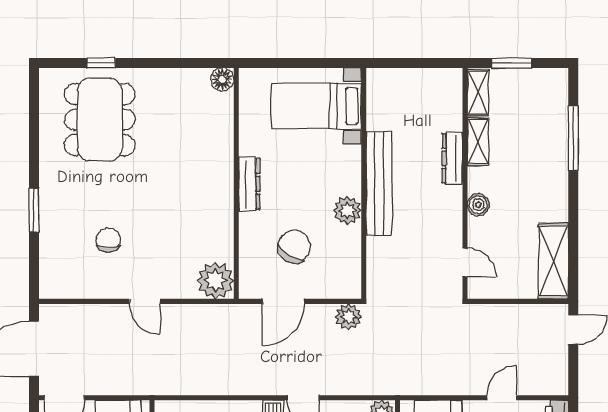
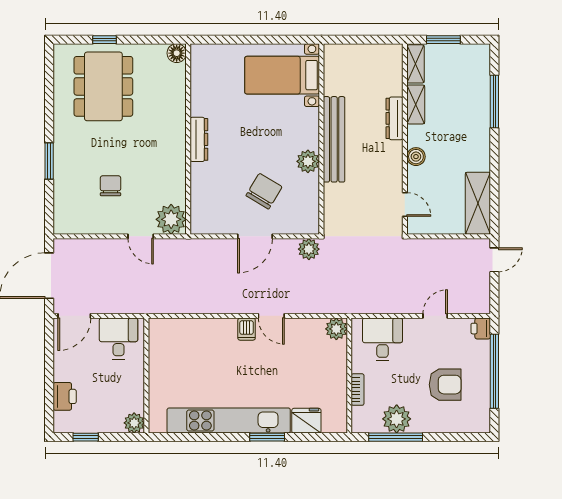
floor lamp: (222, 79) -> (177, 53), moved
wall: (236, 183) -> (188, 139), moved
dresser: (249, 184) -> (199, 139), moved
plant: (215, 281) -> (171, 219), moved

